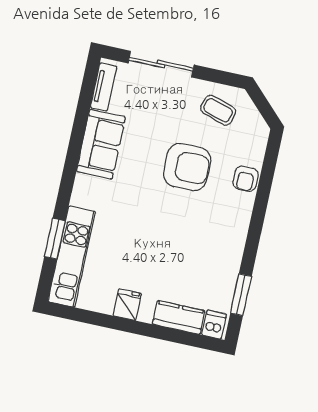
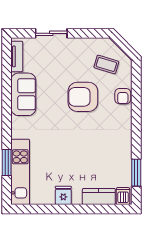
sliding door: (161, 64) -> (51, 33), width x0.73
coffee table: (218, 110) -> (106, 64), moved
armchair: (187, 167) -> (83, 97), turned 180

